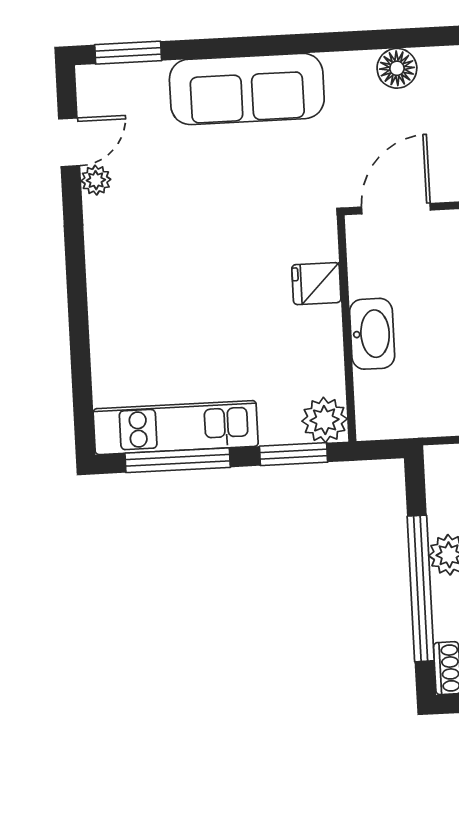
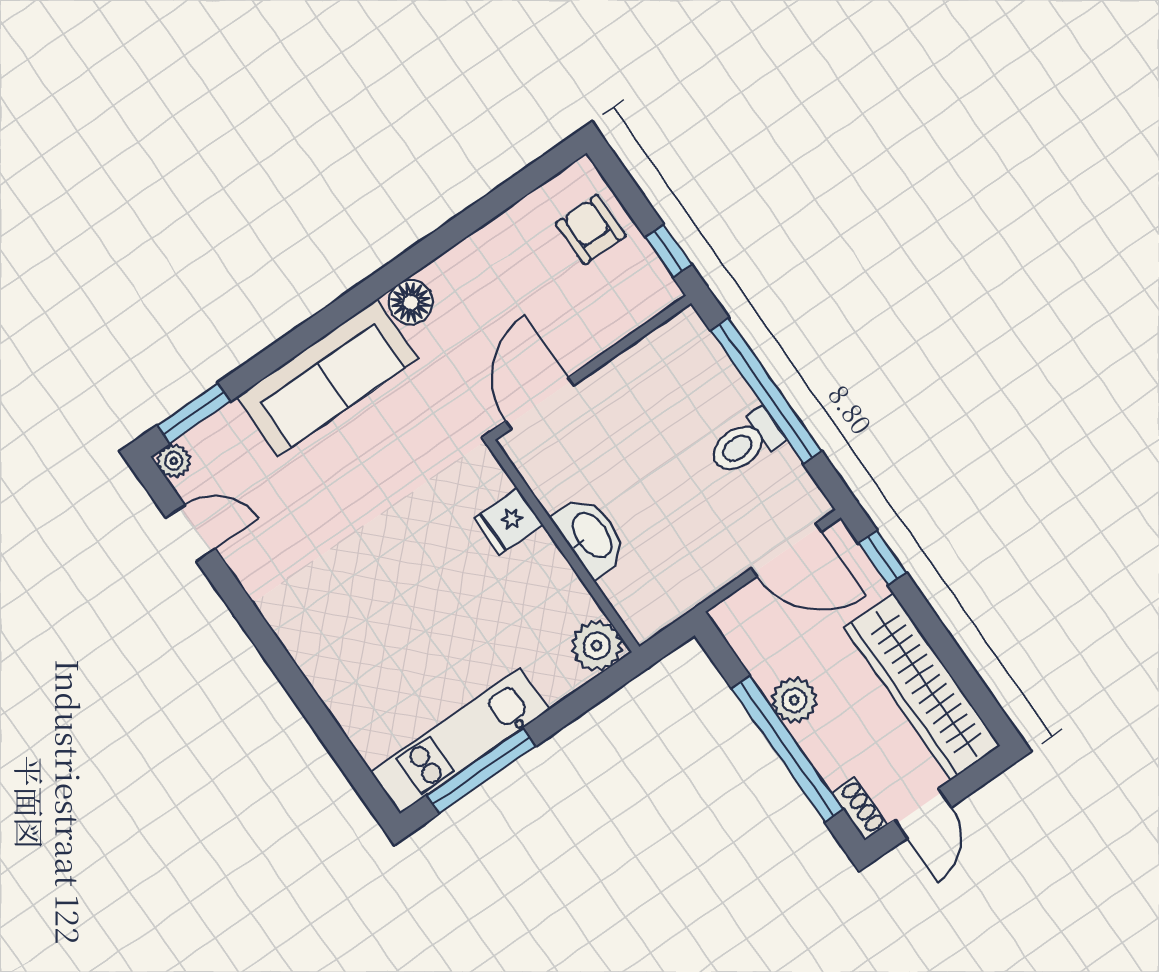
floor lamp: (397, 68) -> (411, 302), moved
door: (69, 142) -> (191, 533), hinge flipped
plant: (96, 180) -> (174, 461), moved
window: (294, 454) -> (588, 696), removed

